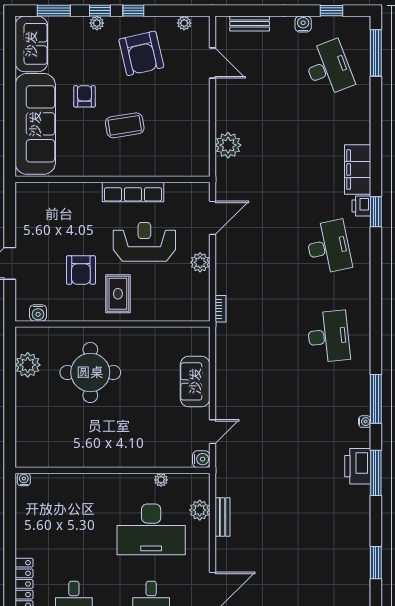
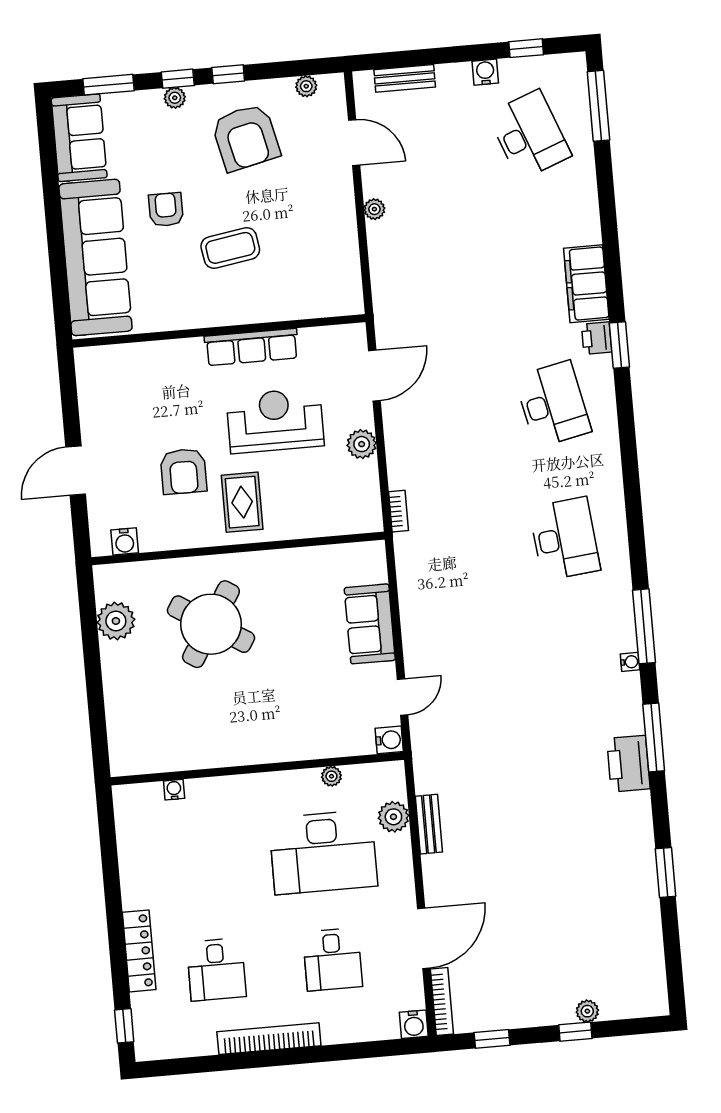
plant: (228, 145) -> (374, 209), moved, width x0.53, depth x0.53
round table: (90, 372) -> (211, 624), turned 32
printer: (358, 466) -> (628, 764), moved
water cooler: (24, 480) -> (174, 790), moved

